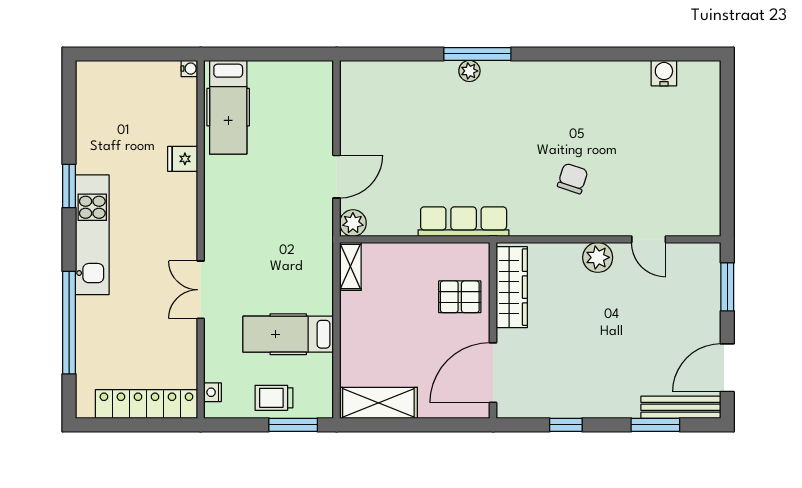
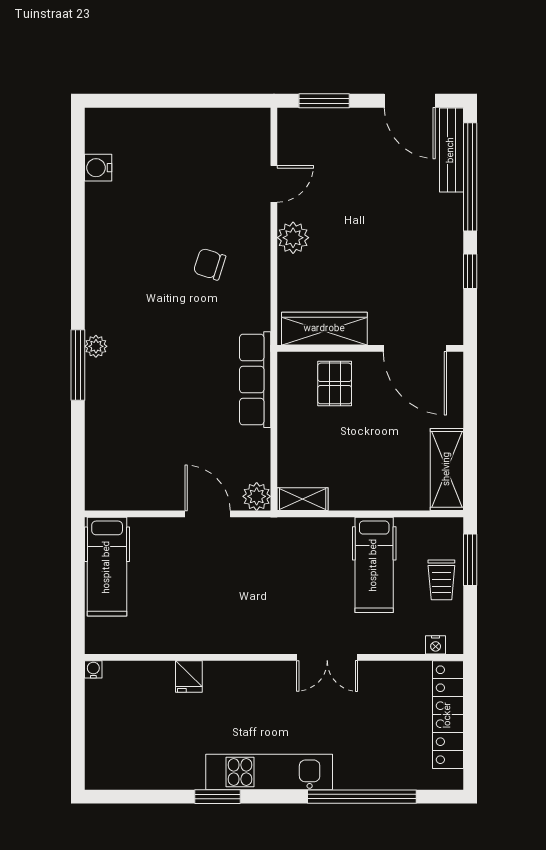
plant: (469, 71) -> (96, 346), moved
hospital bed: (228, 107) -> (107, 567), moved, turned 90
window: (655, 425) -> (470, 177), width x2.11

